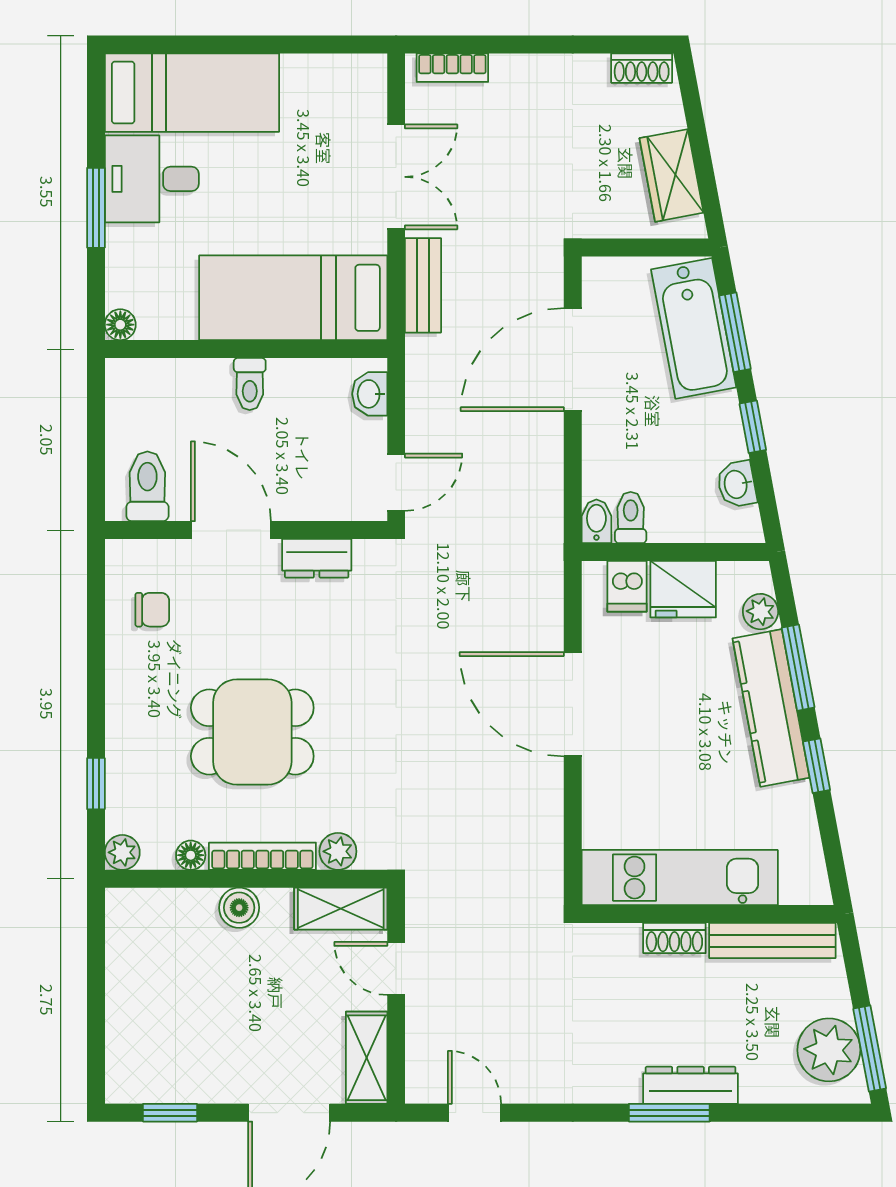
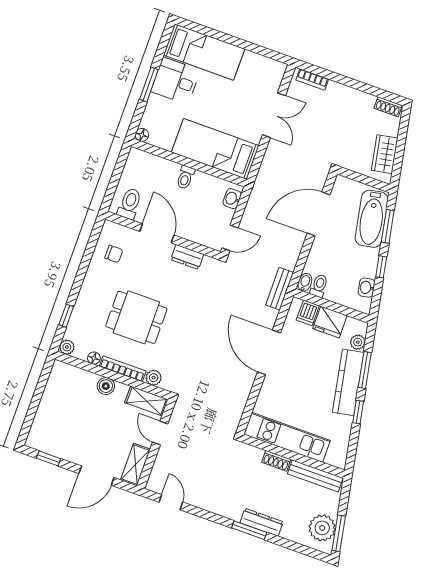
bench: (423, 285) -> (280, 289), moved

